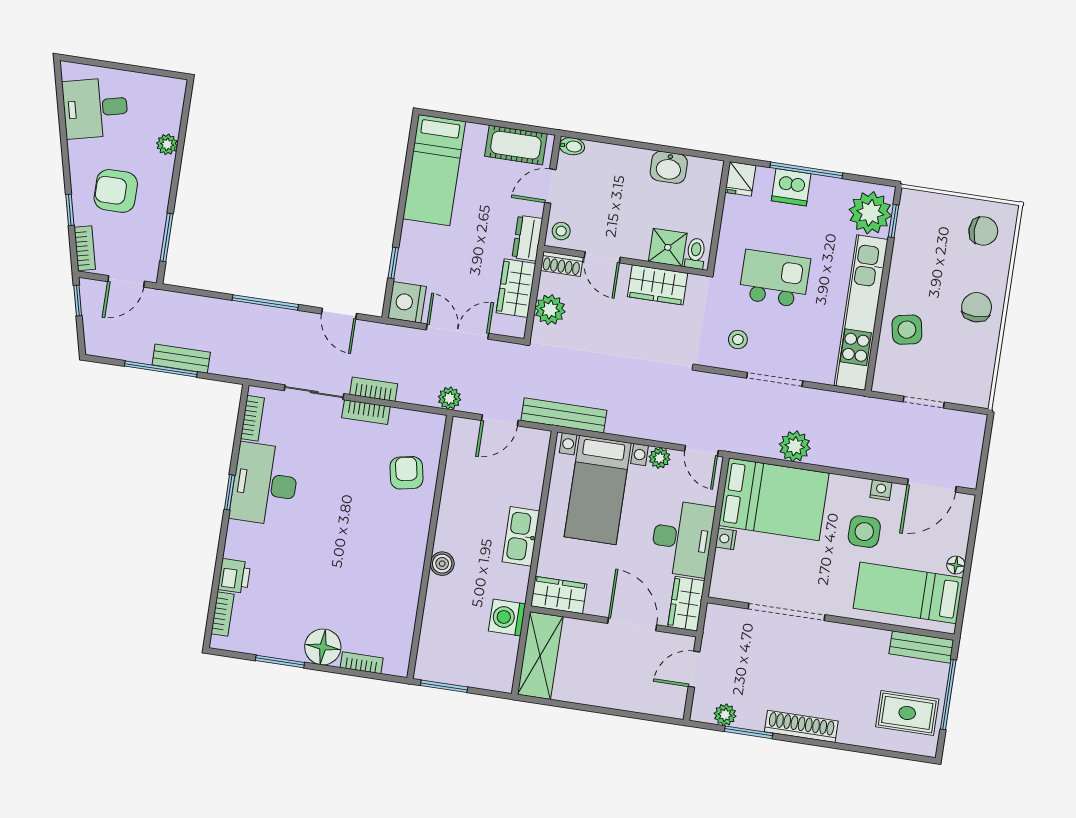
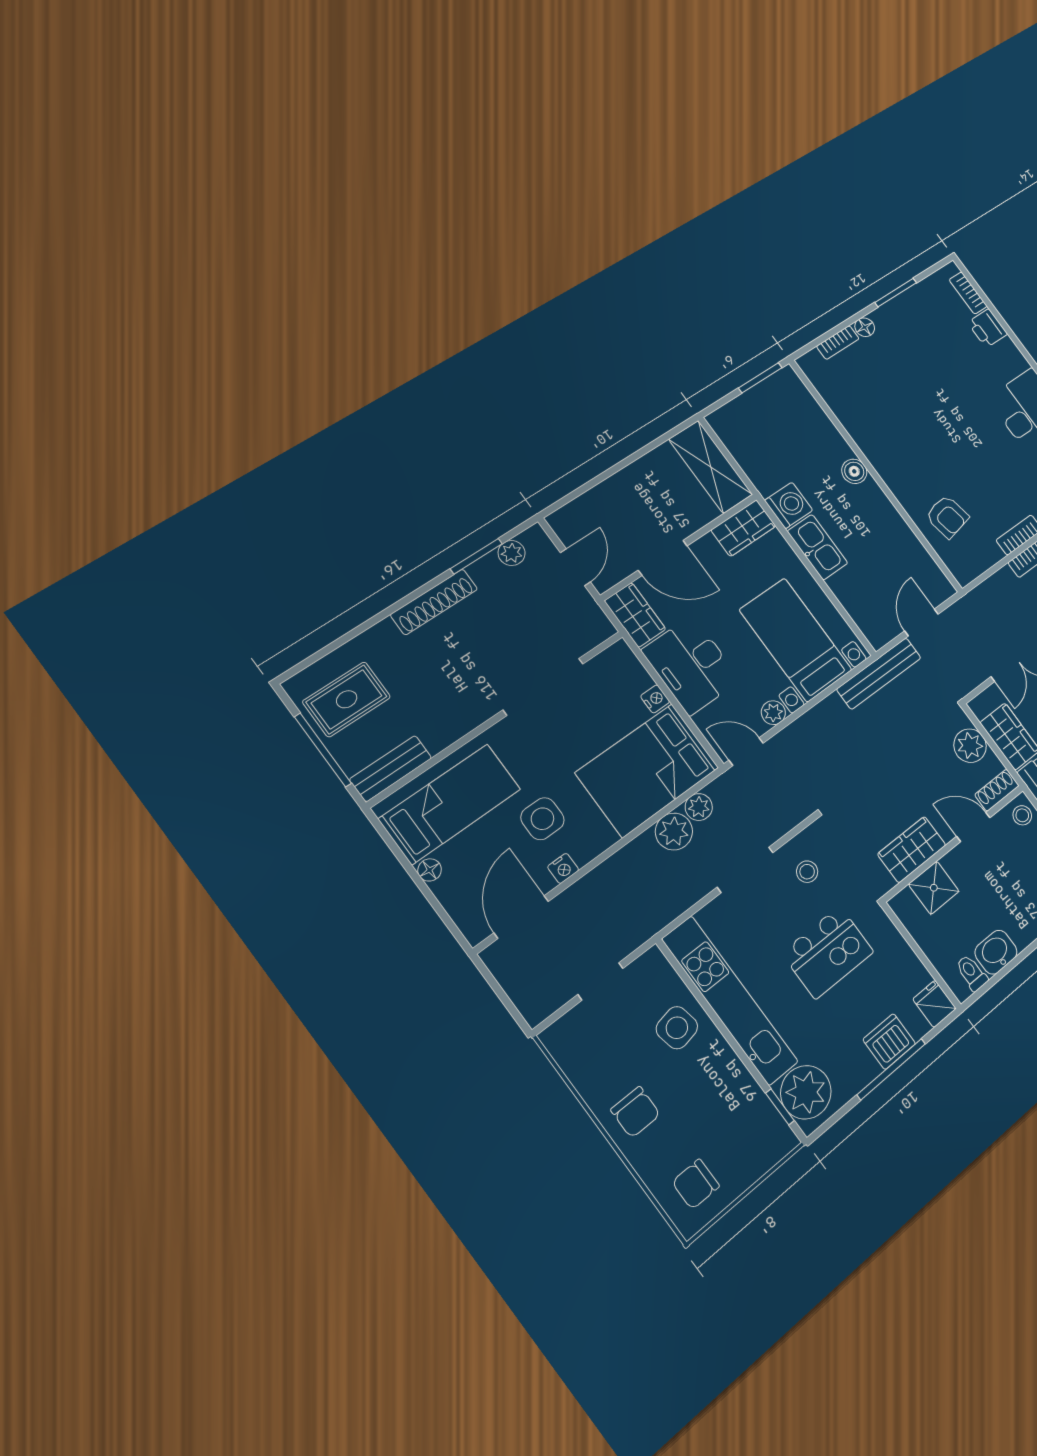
toilet: (696, 253) -> (972, 973), moved, turned 180
plant: (449, 398) -> (699, 807), moved
washing machine: (507, 617) -> (789, 505), moved
floor lamp: (323, 647) -> (865, 327), width x0.53, depth x0.53

